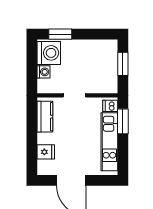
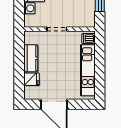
kitchen counter: (45, 117) -> (31, 58), moved
window: (123, 121) -> (100, 52), removed

